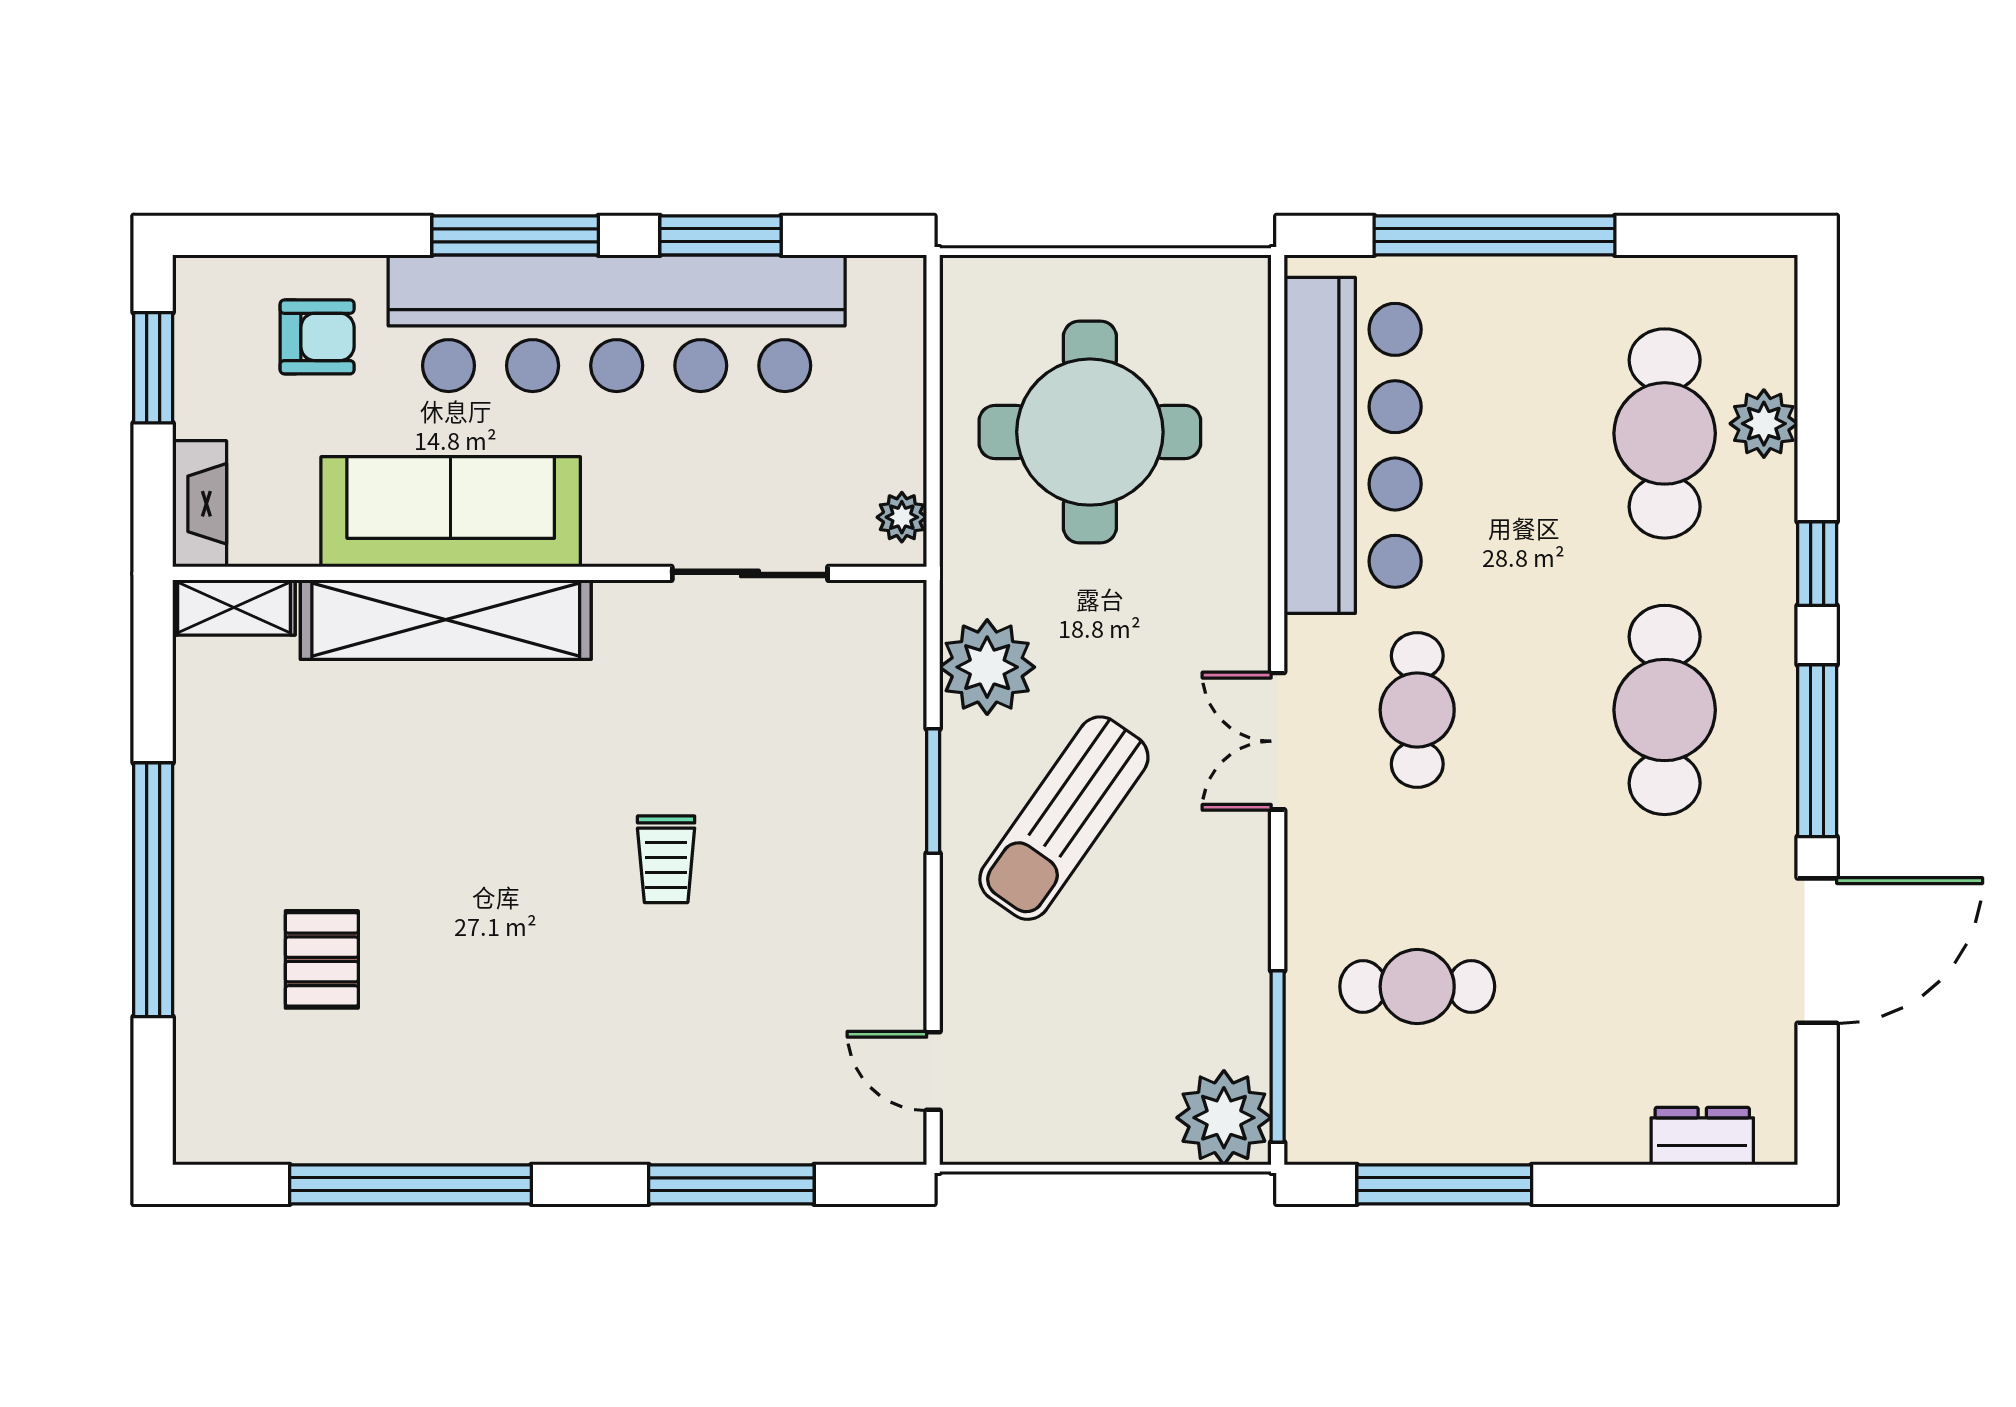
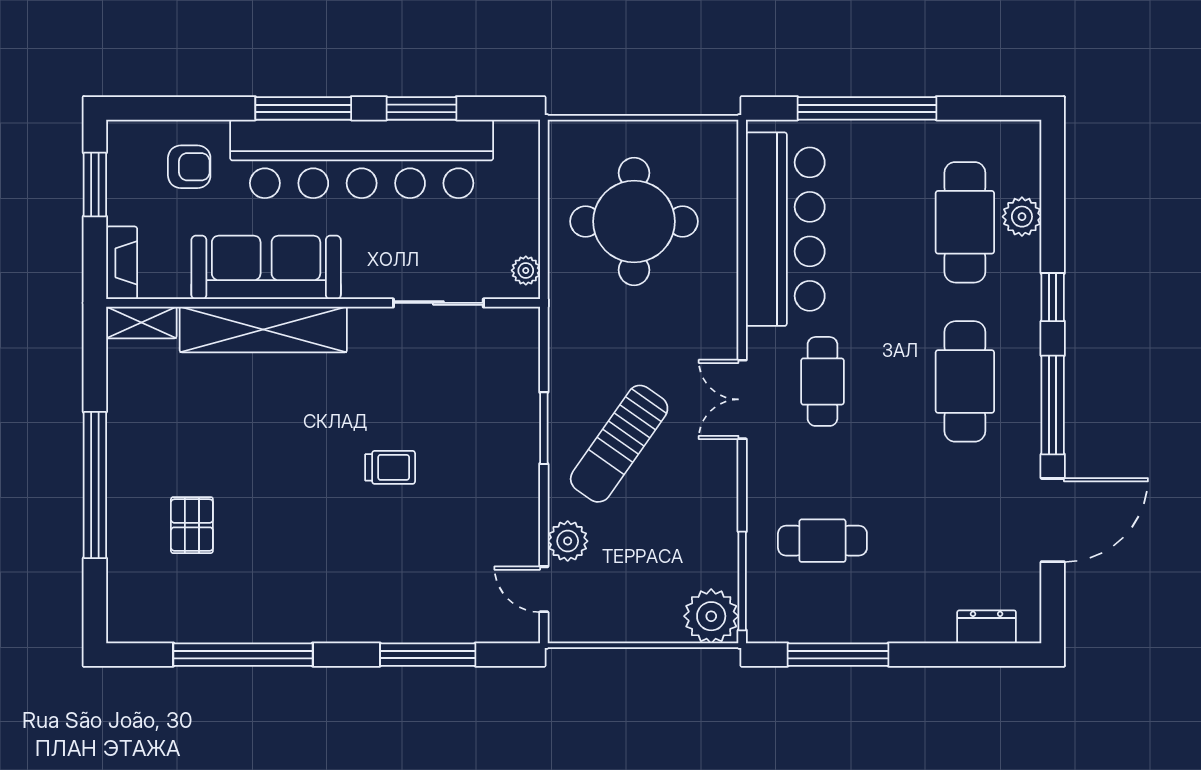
plant: (987, 667) -> (568, 541), moved, width x0.73, depth x0.73
trolley: (666, 859) -> (390, 467), turned -90

